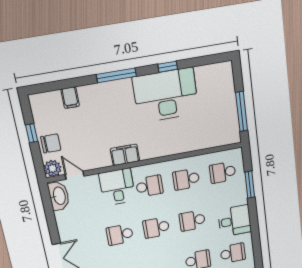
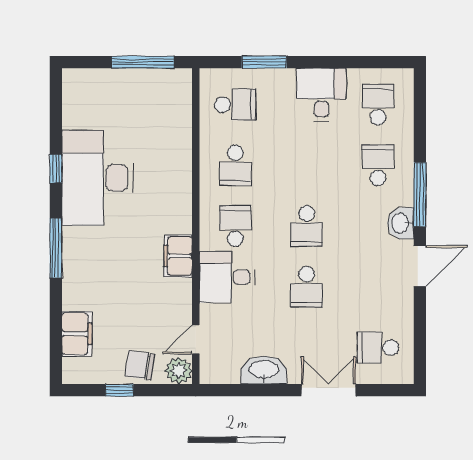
filing cabinet: (70, 98) -> (77, 334), width x2.00
chair: (51, 143) -> (140, 365), turned -82
school desk: (223, 172) -> (235, 105), turned -90
washbasin: (59, 196) -> (264, 370), moved
school desk: (192, 221) -> (307, 165), removed

